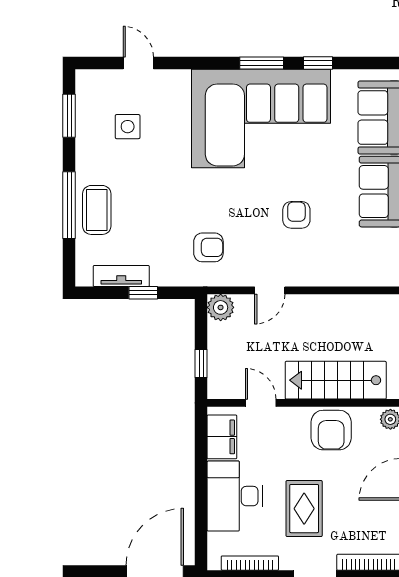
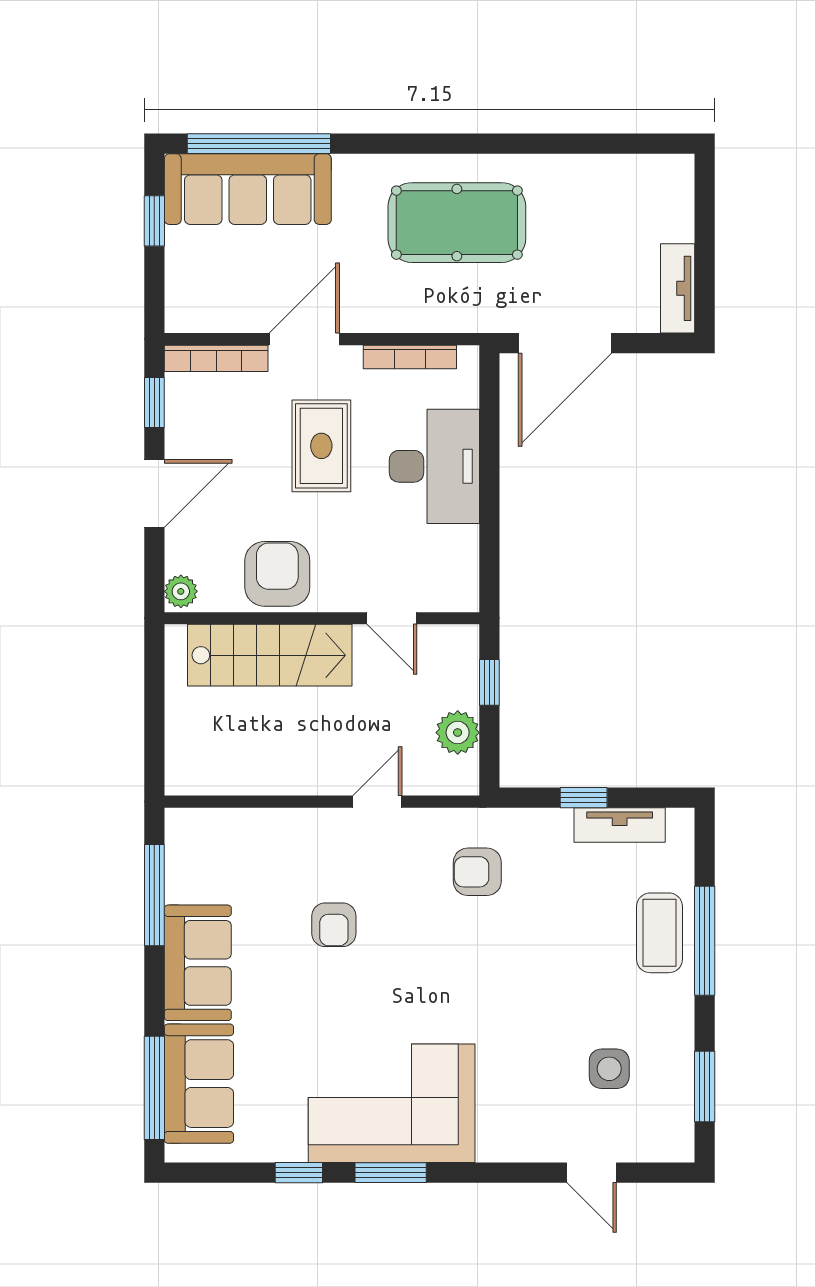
corner sofa: (261, 119) -> (392, 1103), width x0.73, depth x0.74
plant: (221, 307) -> (458, 733), moved
filing cabinet: (222, 437) -> (455, 563), removed

